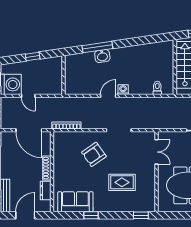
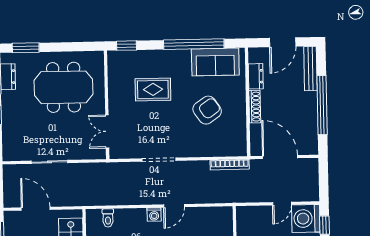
door: (28, 96) -> (282, 204), swing flipped
armchair: (94, 154) -> (207, 110), moved
window: (91, 215) -> (194, 44), width x3.17

